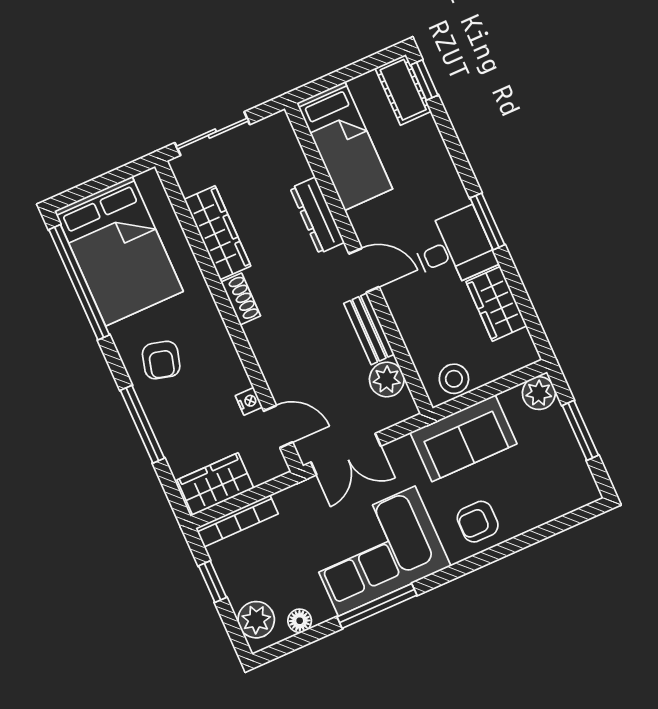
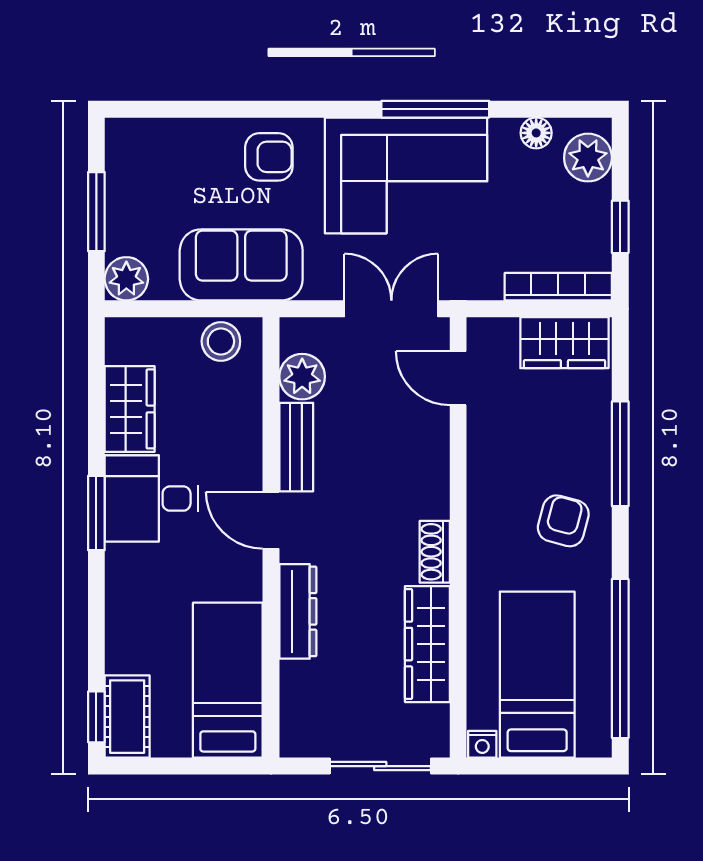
bed: (119, 251) -> (537, 675), width x0.67
nightstand: (249, 401) -> (482, 744), moved, turned -90

